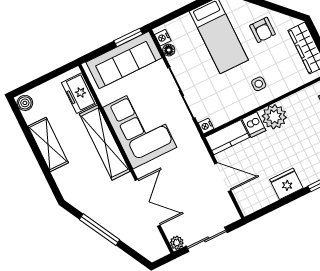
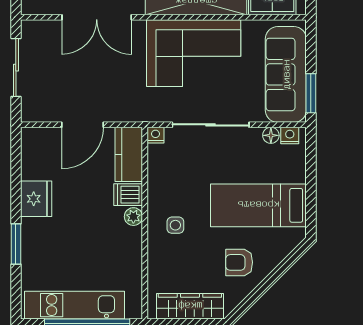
plant: (274, 117) -> (133, 217), width x0.53, depth x0.53
plant: (177, 243) -> (30, 29), removed

